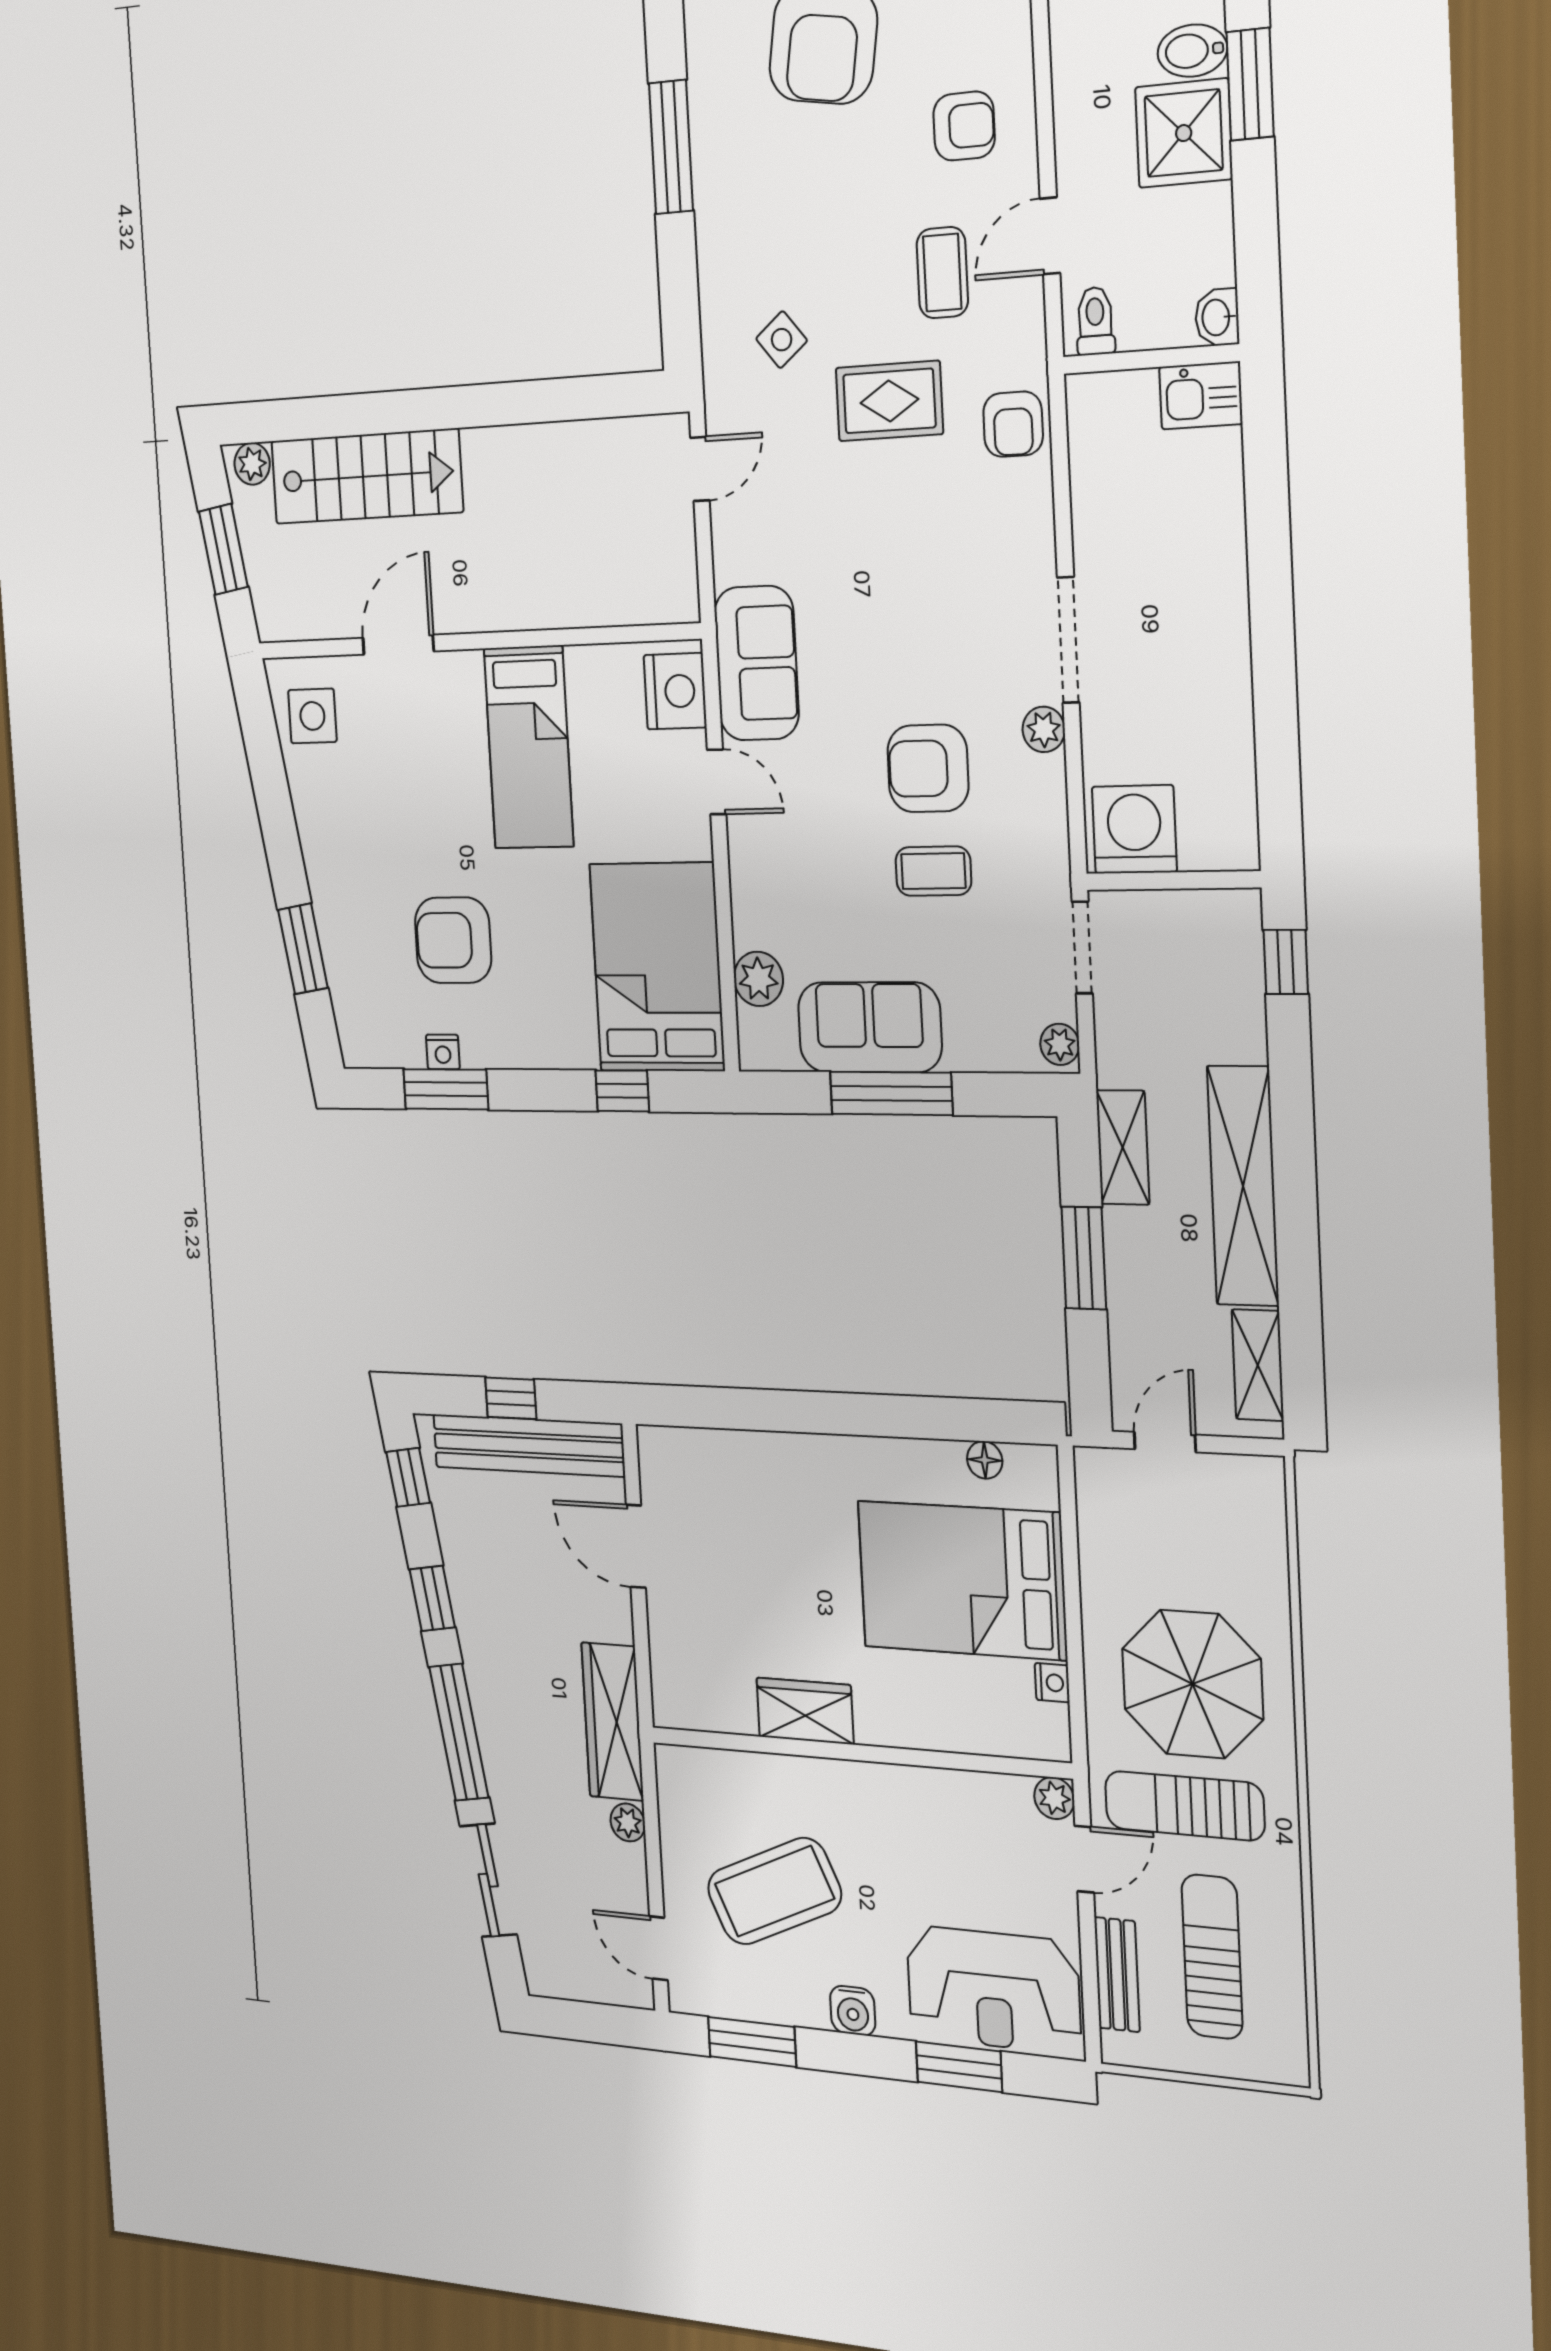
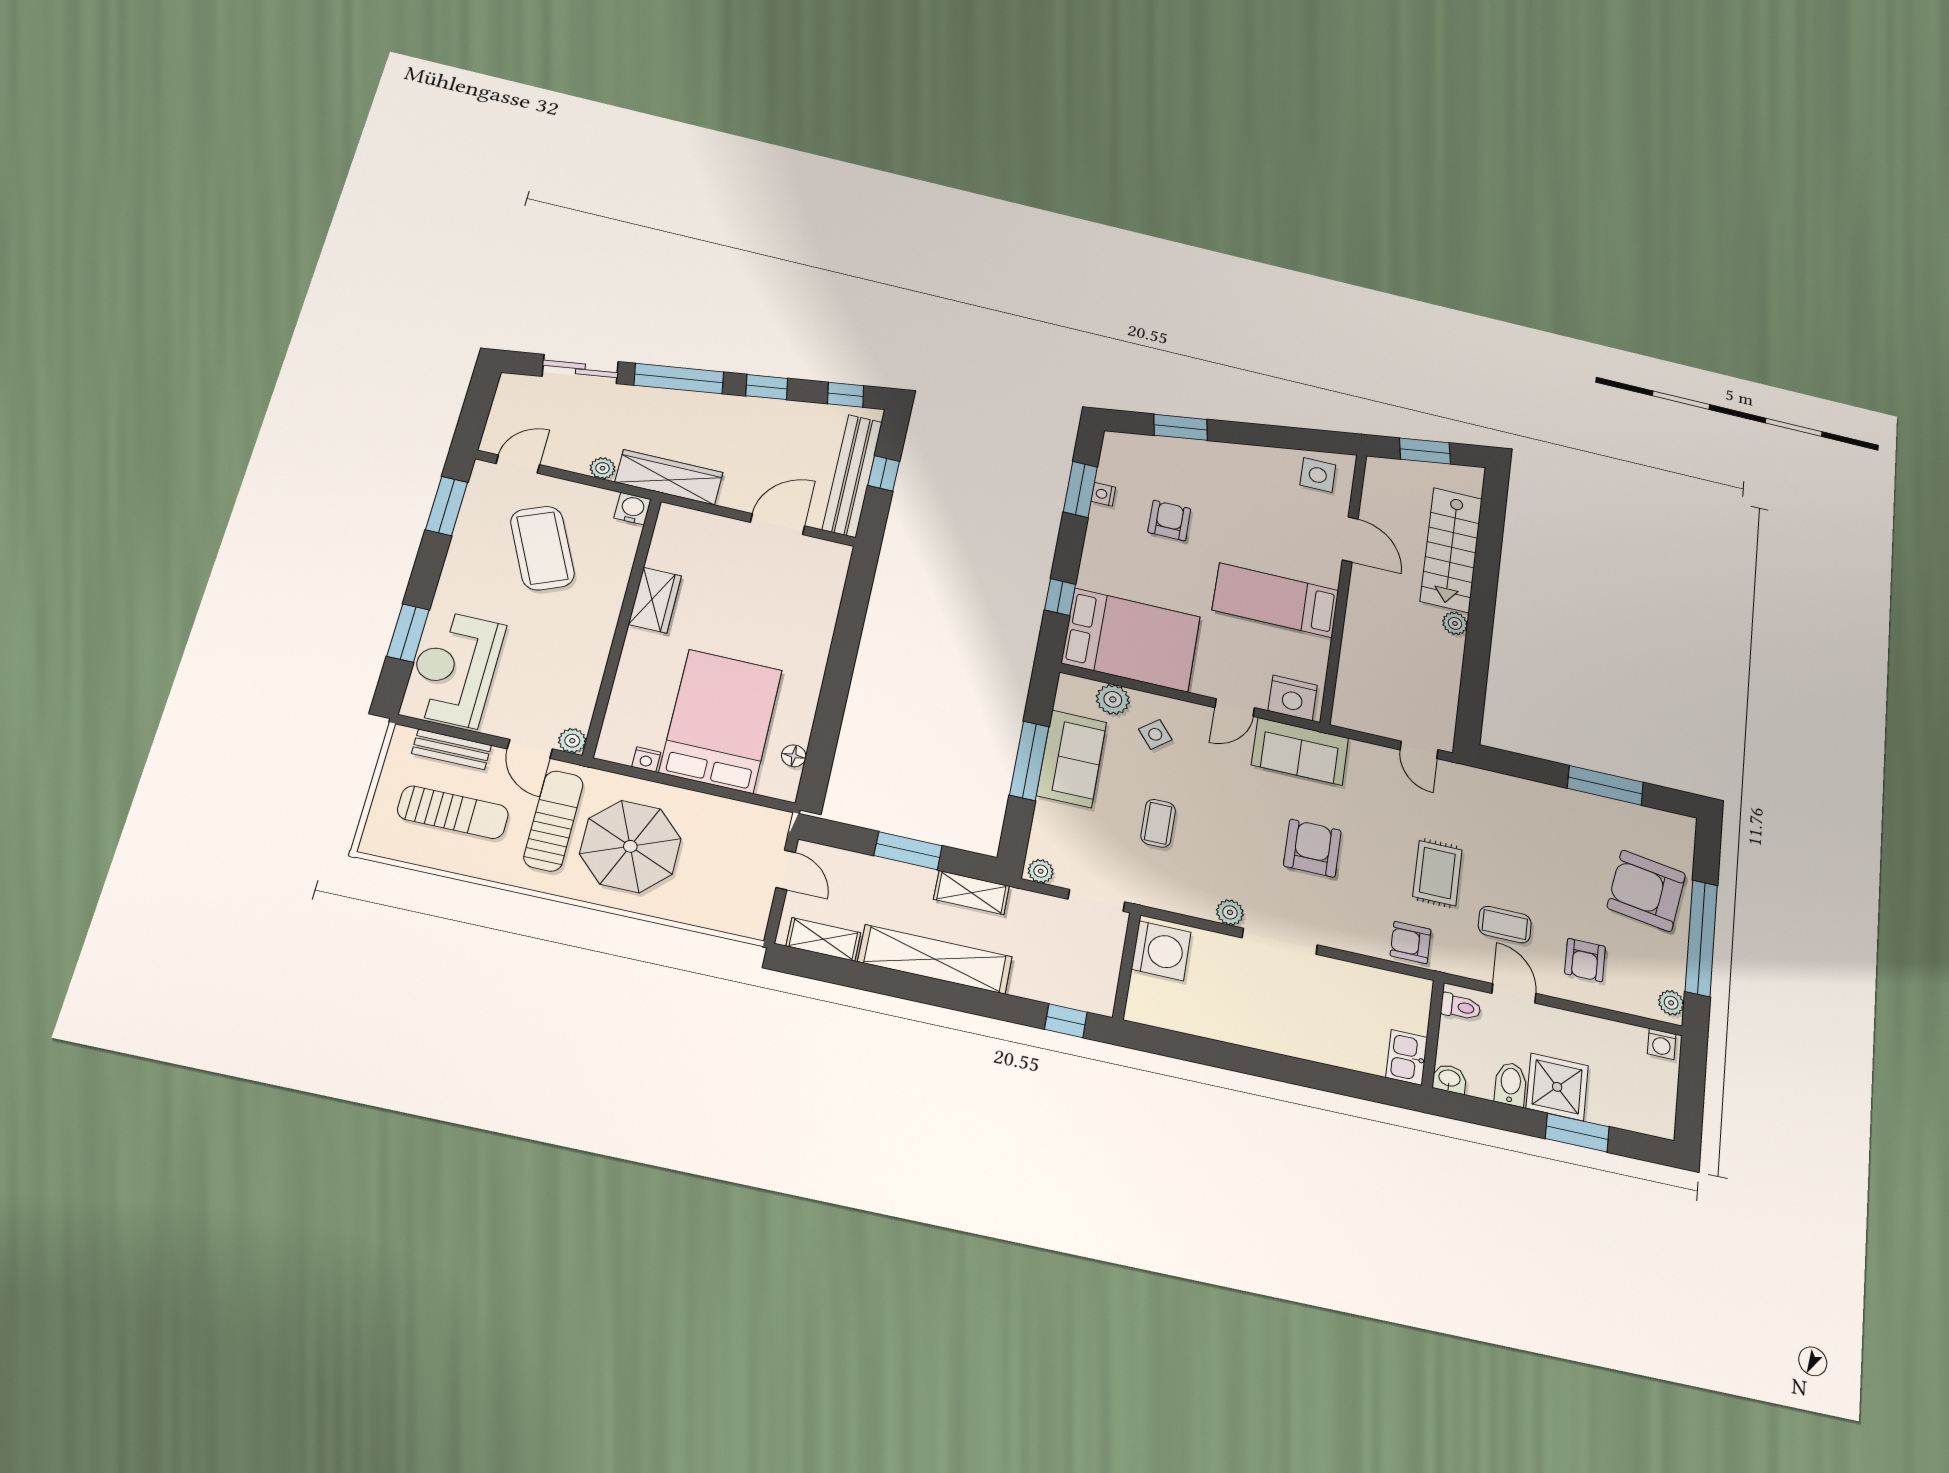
bidet: (1192, 51) -> (1511, 1084), moved
side table: (782, 340) -> (1155, 734), moved
plant: (252, 464) -> (1455, 623), moved
armchair: (928, 768) -> (1312, 848), moved
armchair: (453, 940) -> (1169, 521), width x0.72, depth x0.72
water cooler: (853, 2011) -> (632, 509), moved, turned 90

